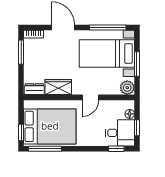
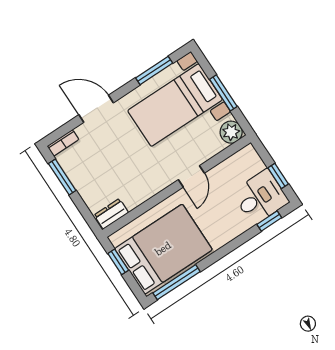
window: (108, 28) -> (154, 71), width x0.69
wardrobe: (58, 87) -> (141, 191), removed
floor lamp: (130, 114) -> (257, 164), removed
window: (21, 133) -> (118, 262), moved

